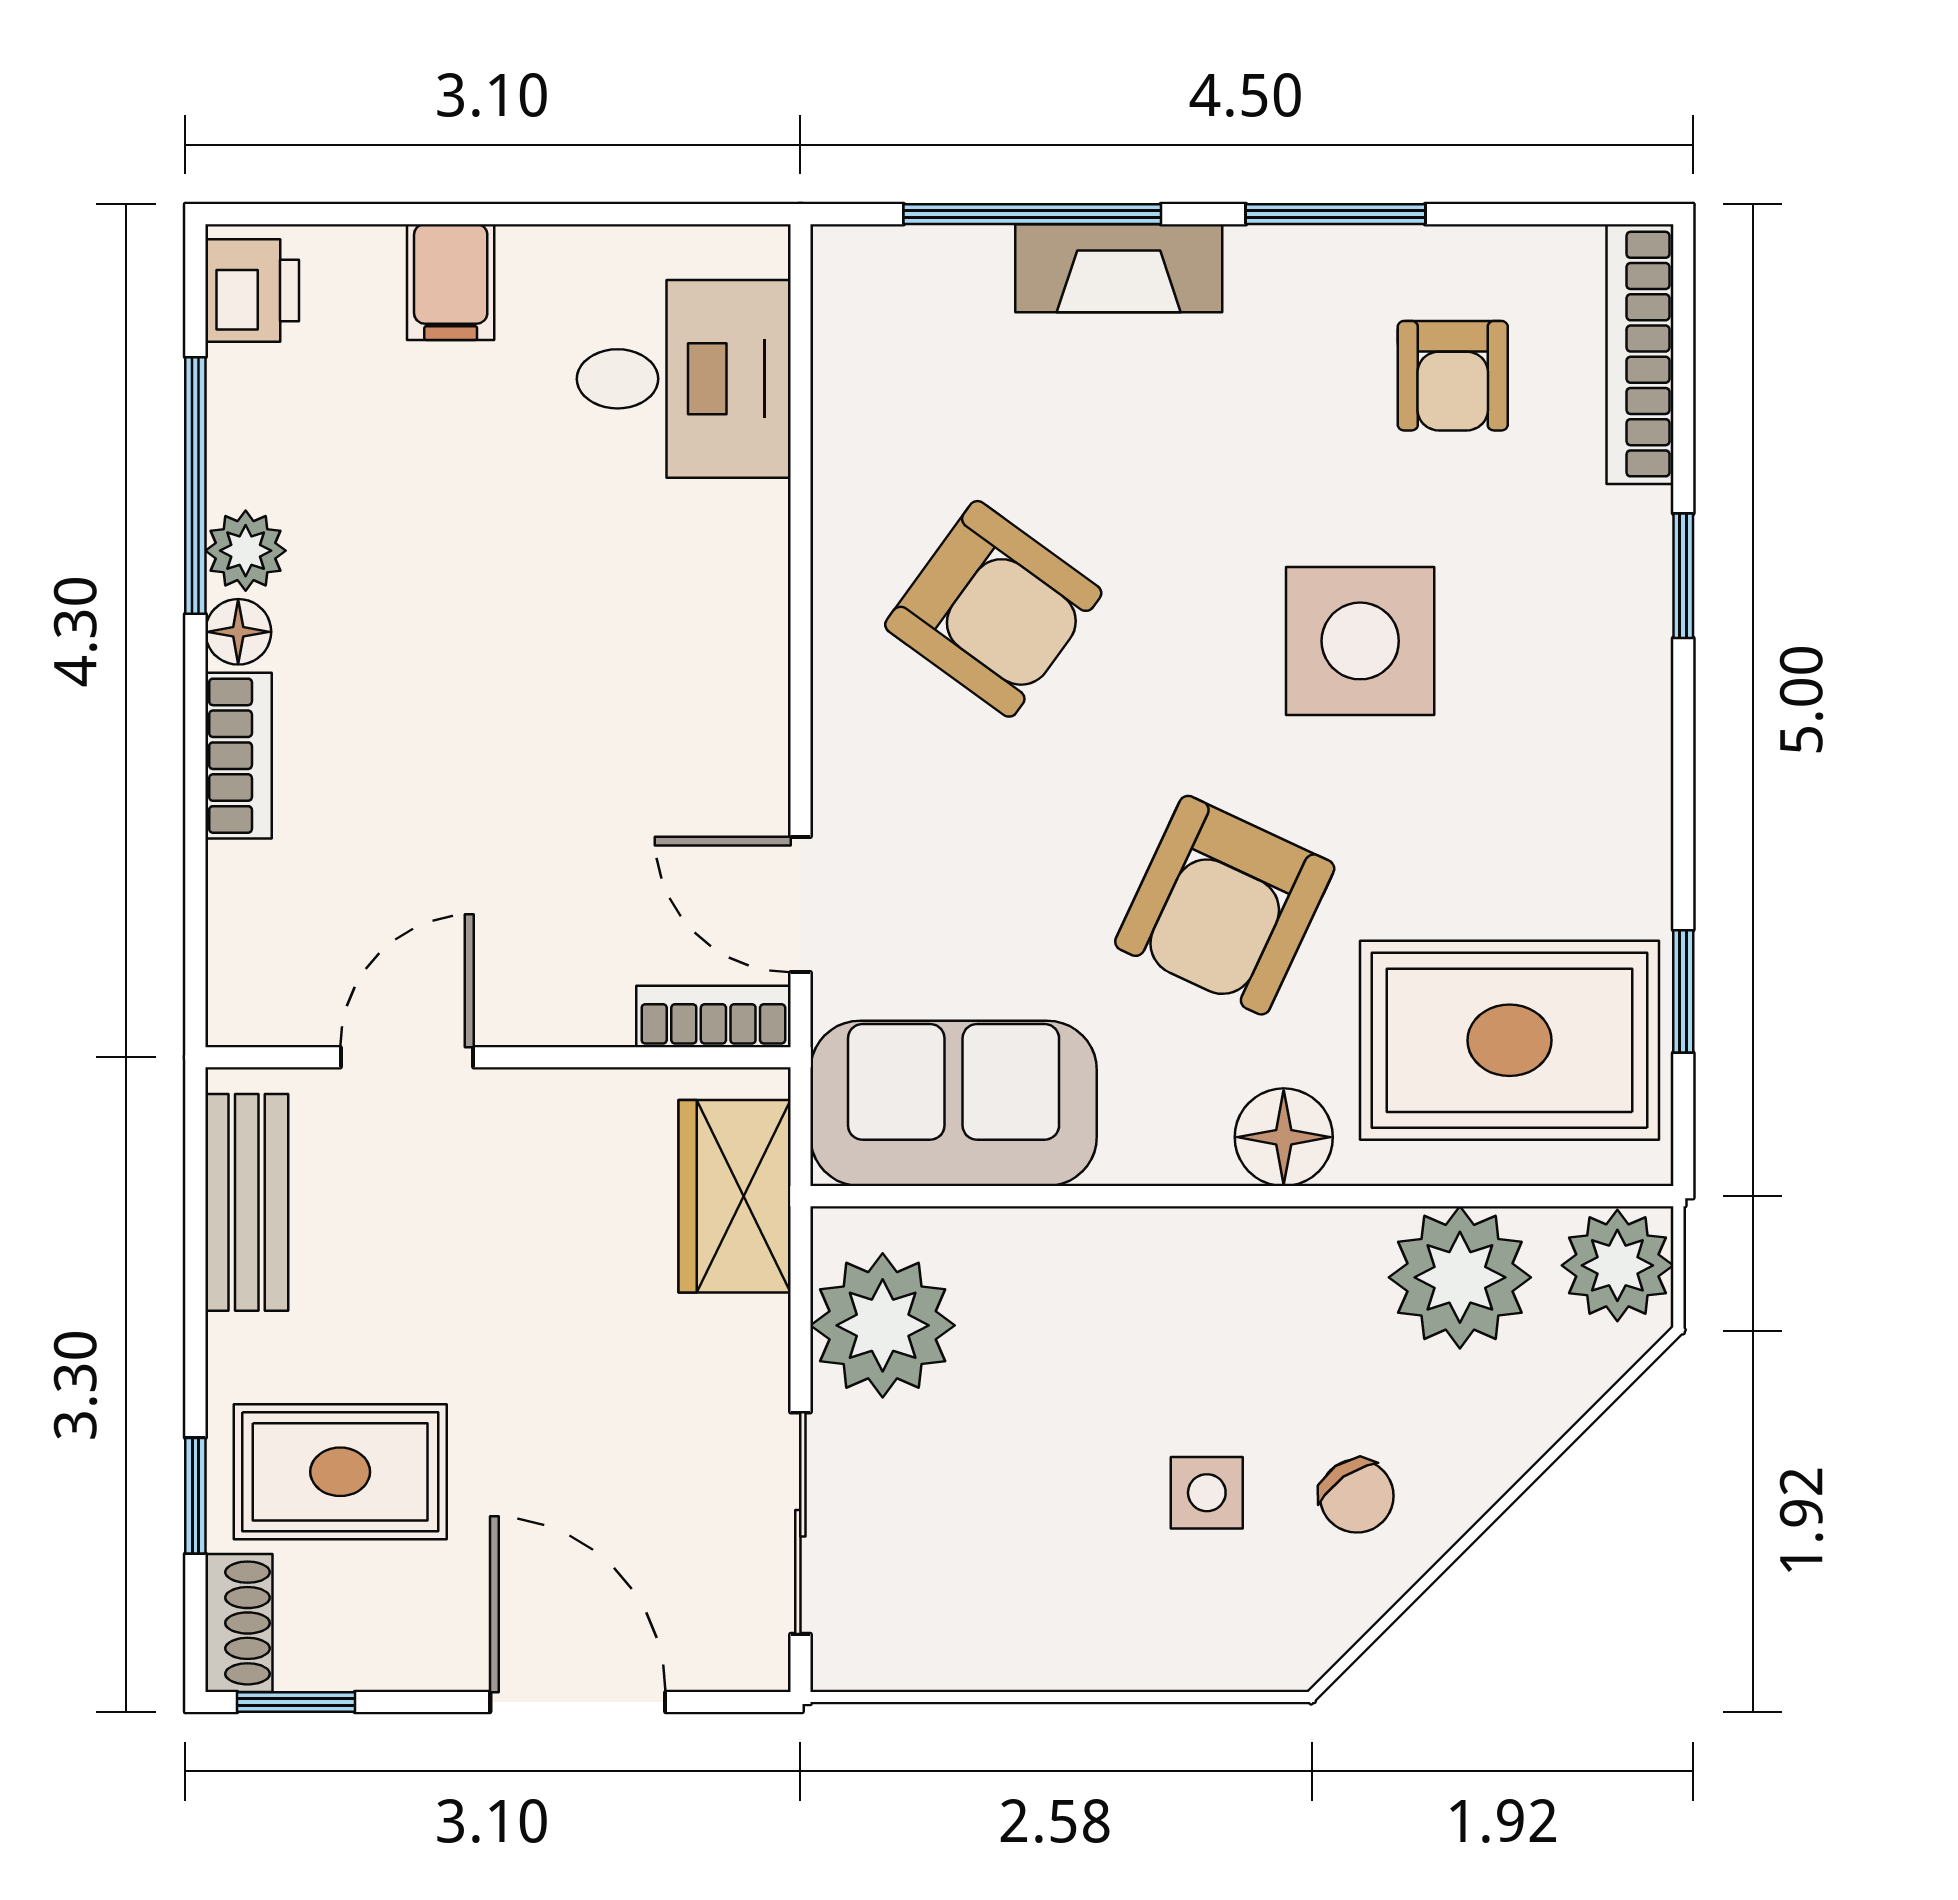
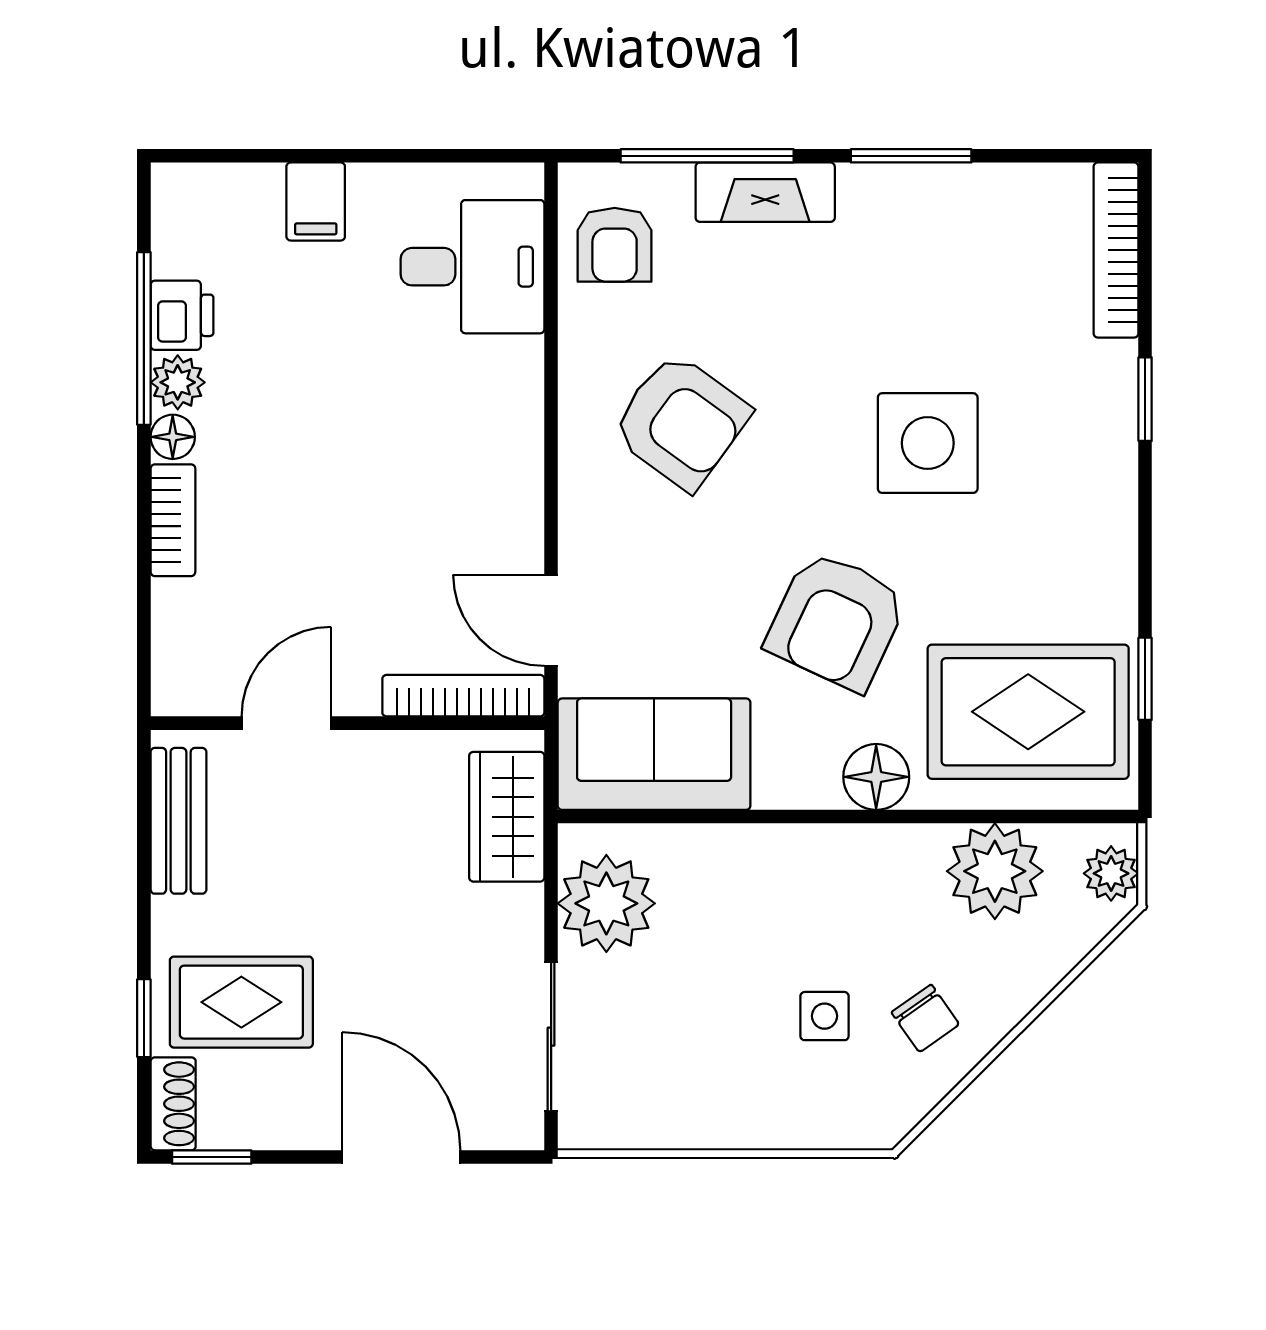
printer: (252, 291) -> (182, 315), moved
armchair: (1453, 376) -> (615, 245), moved
bookcase: (713, 1016) -> (463, 696), width x1.56
plant: (1617, 1265) -> (1111, 873), width x0.73, depth x0.73

